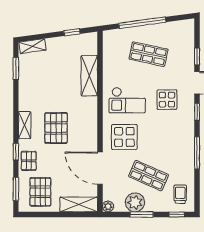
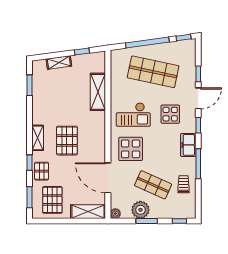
window: (181, 17) -> (184, 38), added
shelving: (32, 46) -> (59, 62), moved
shop shelf: (149, 54) -> (153, 72), width x1.43, depth x1.36
freezer: (186, 133) -> (188, 145), added
trolley: (180, 194) -> (184, 184), moved

